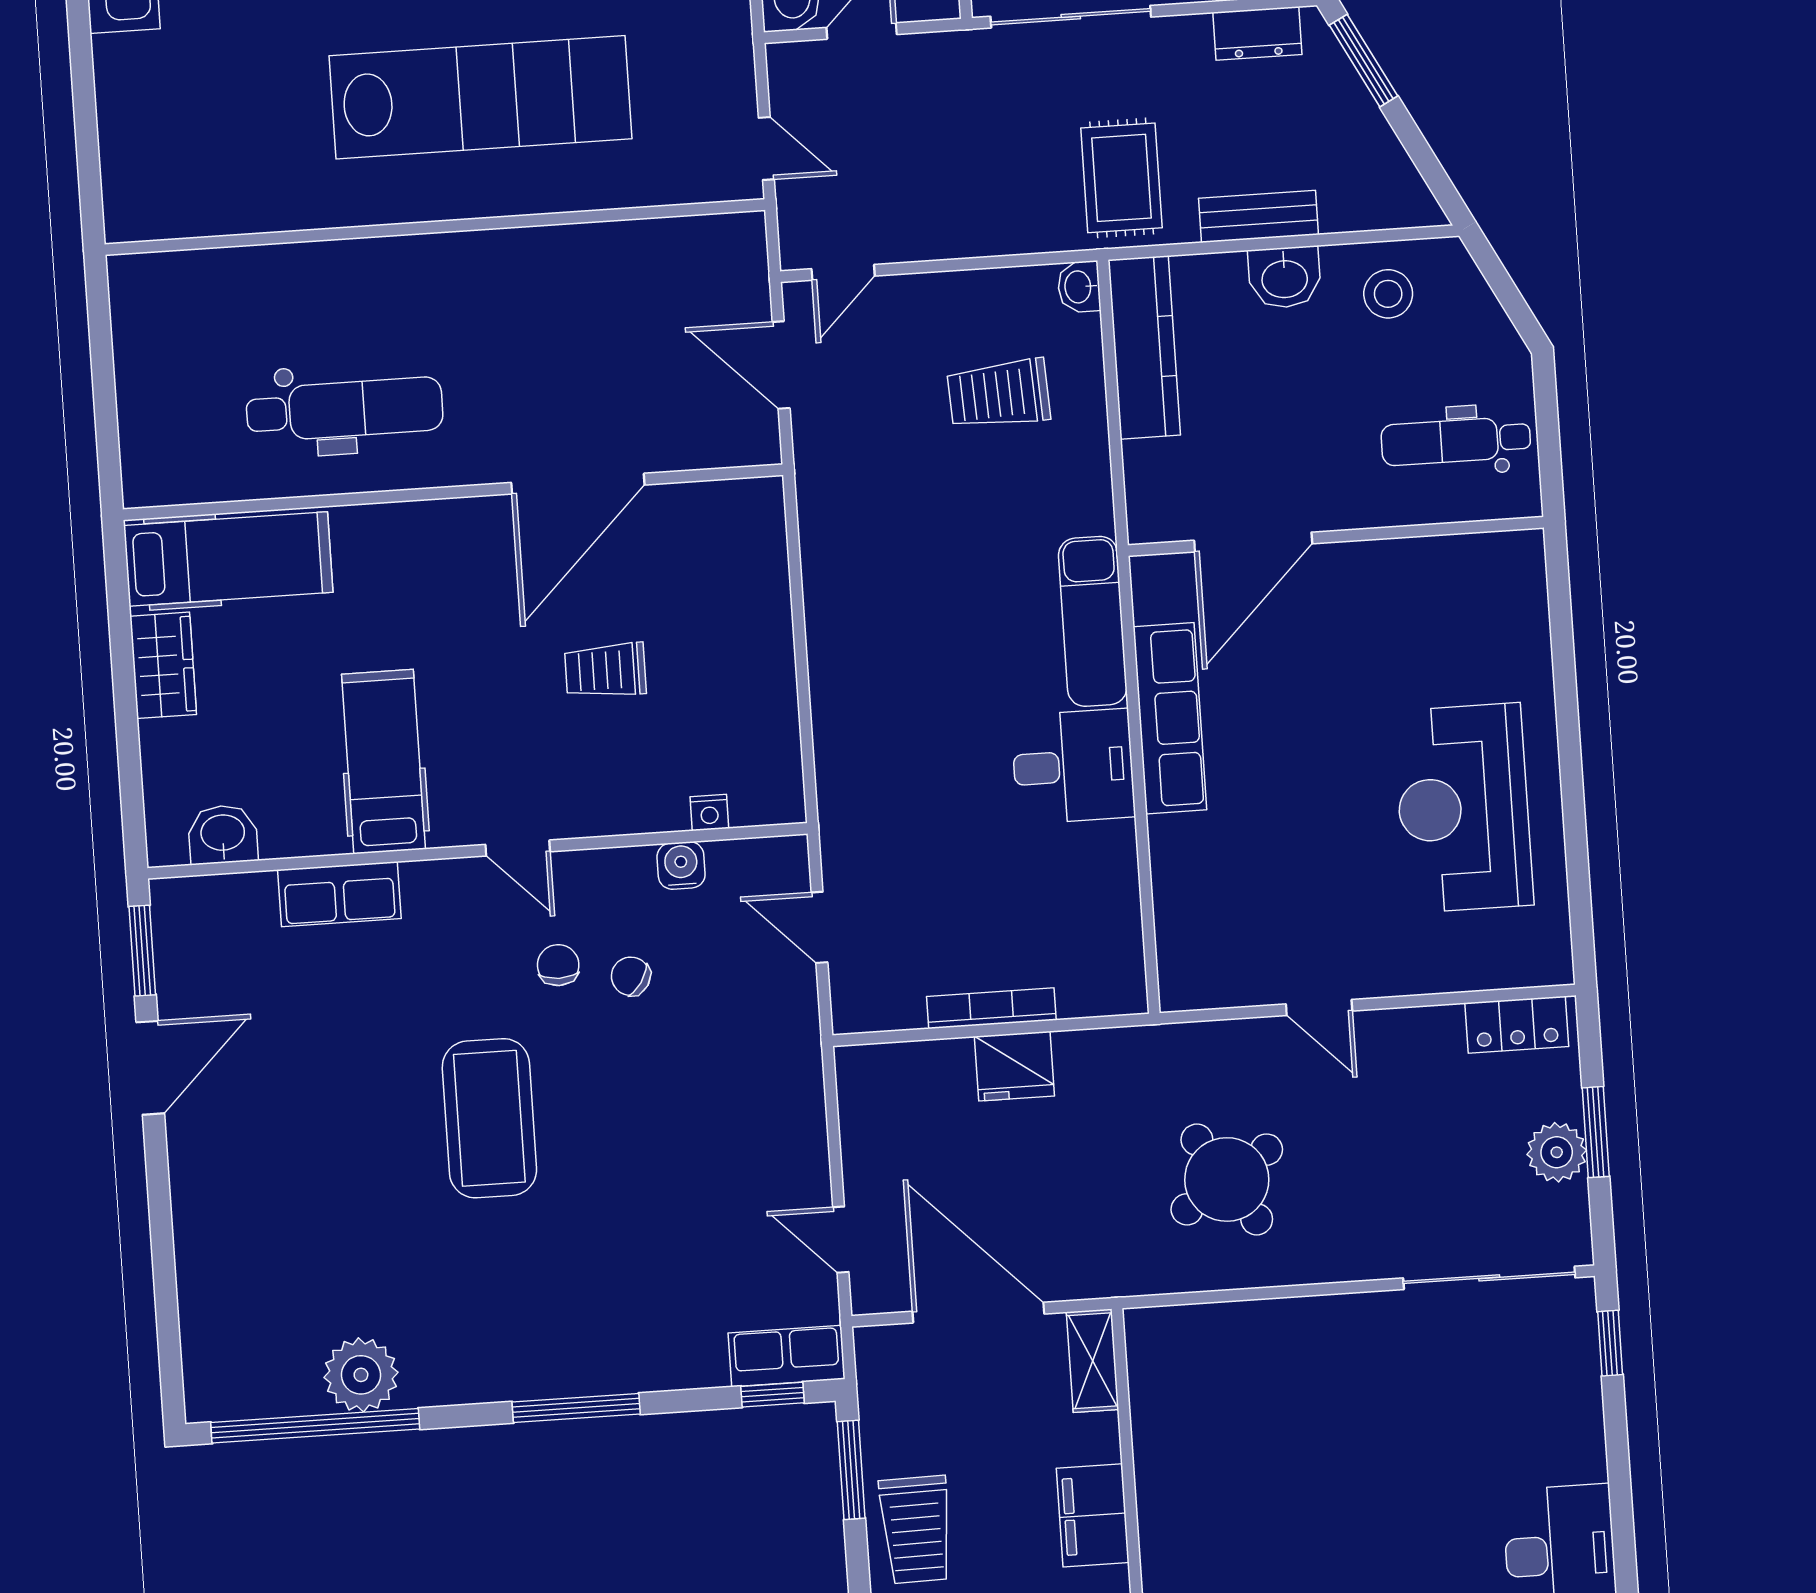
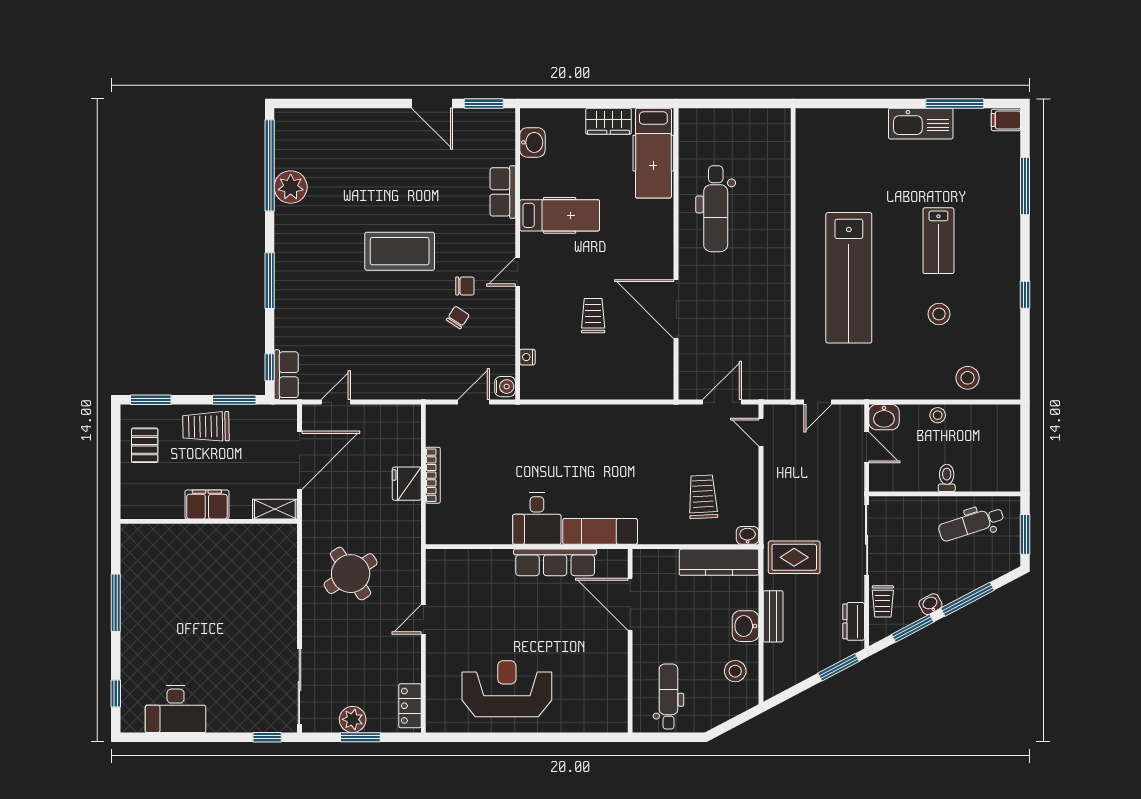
water cooler: (681, 865) -> (505, 387), moved

